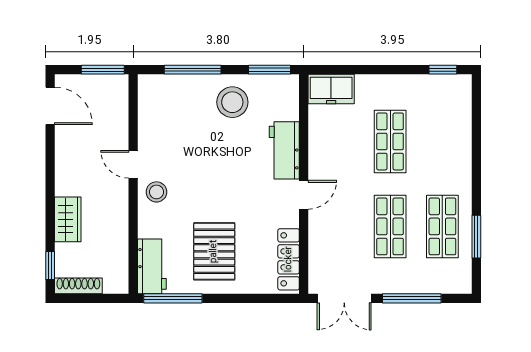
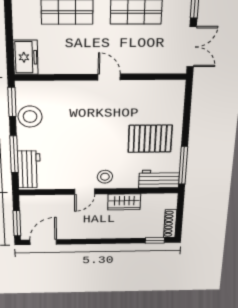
window: (103, 70) -> (17, 223), moved
stool: (232, 102) -> (30, 117), moved
workbench: (284, 150) -> (29, 169), moved, turned -90
wardrobe: (68, 219) -> (124, 202), moved, turned 180
locker: (289, 259) -> (159, 87), removed

